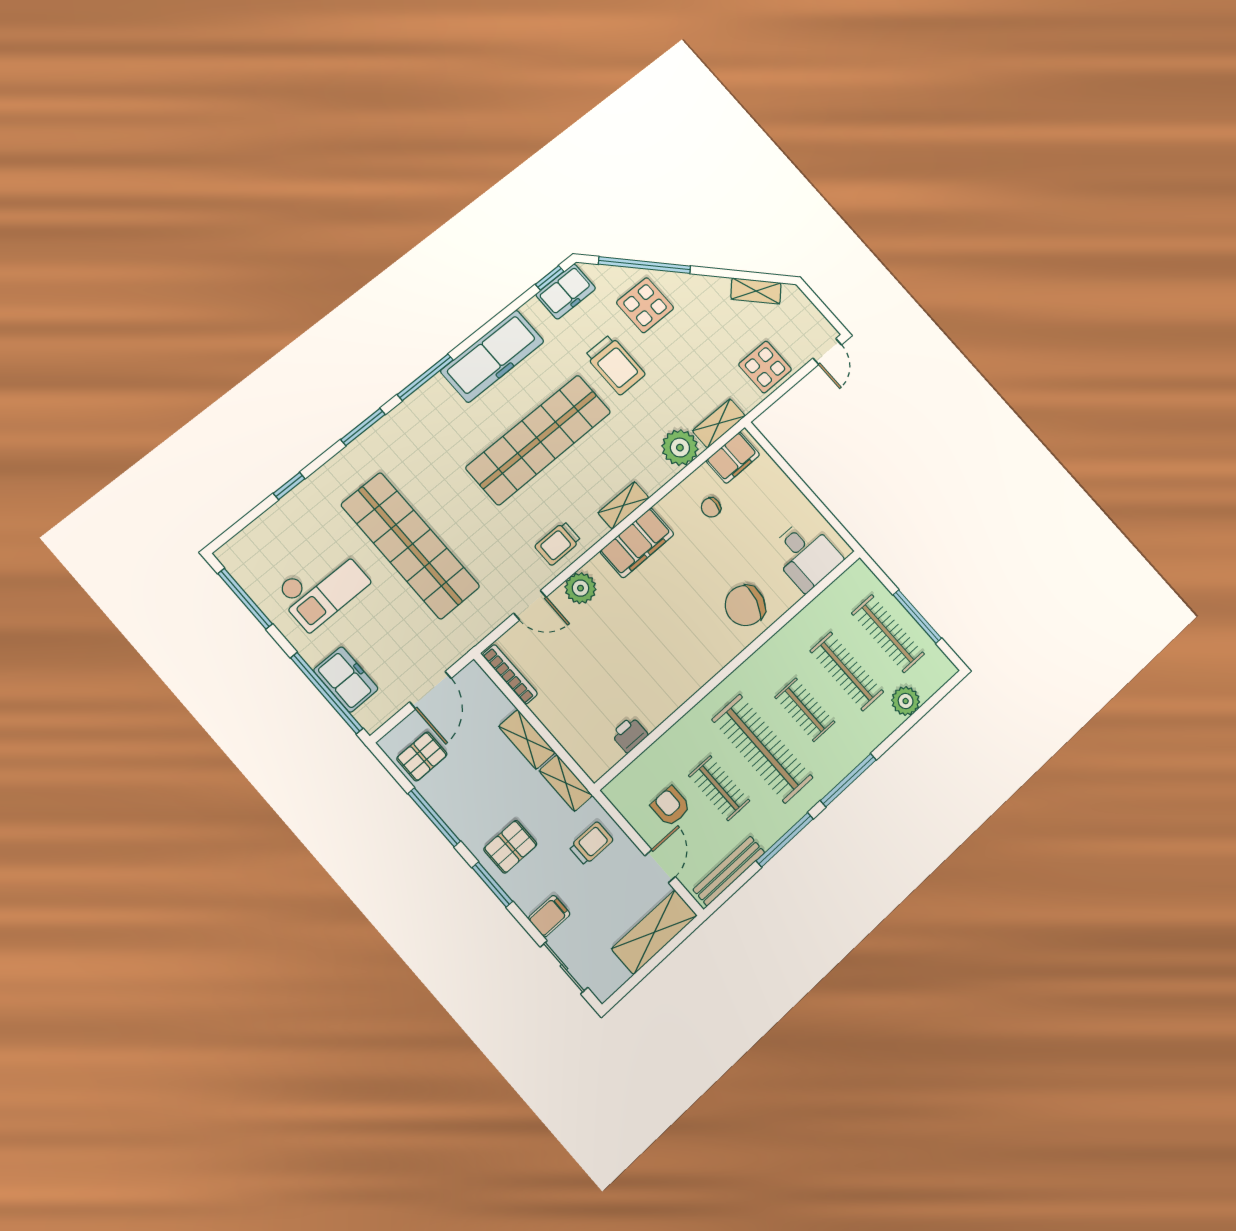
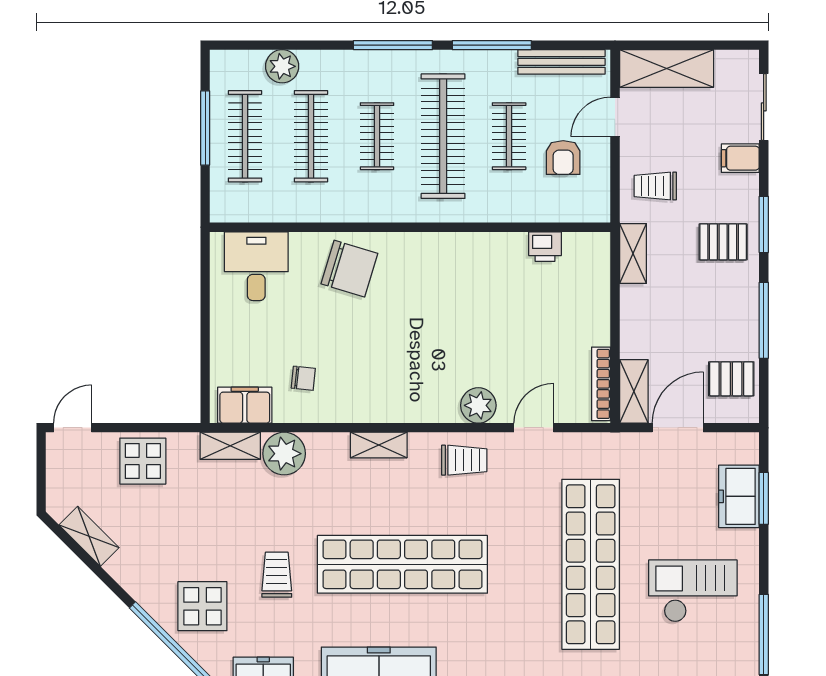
trolley: (615, 365) -> (277, 575), width x0.73, depth x0.72
filing cabinet: (637, 543) -> (396, 403), removed
door: (530, 605) -> (534, 428), hinge flipped
window: (327, 693) -> (764, 498), width x0.47
shelving: (527, 739) -> (634, 391), moved

